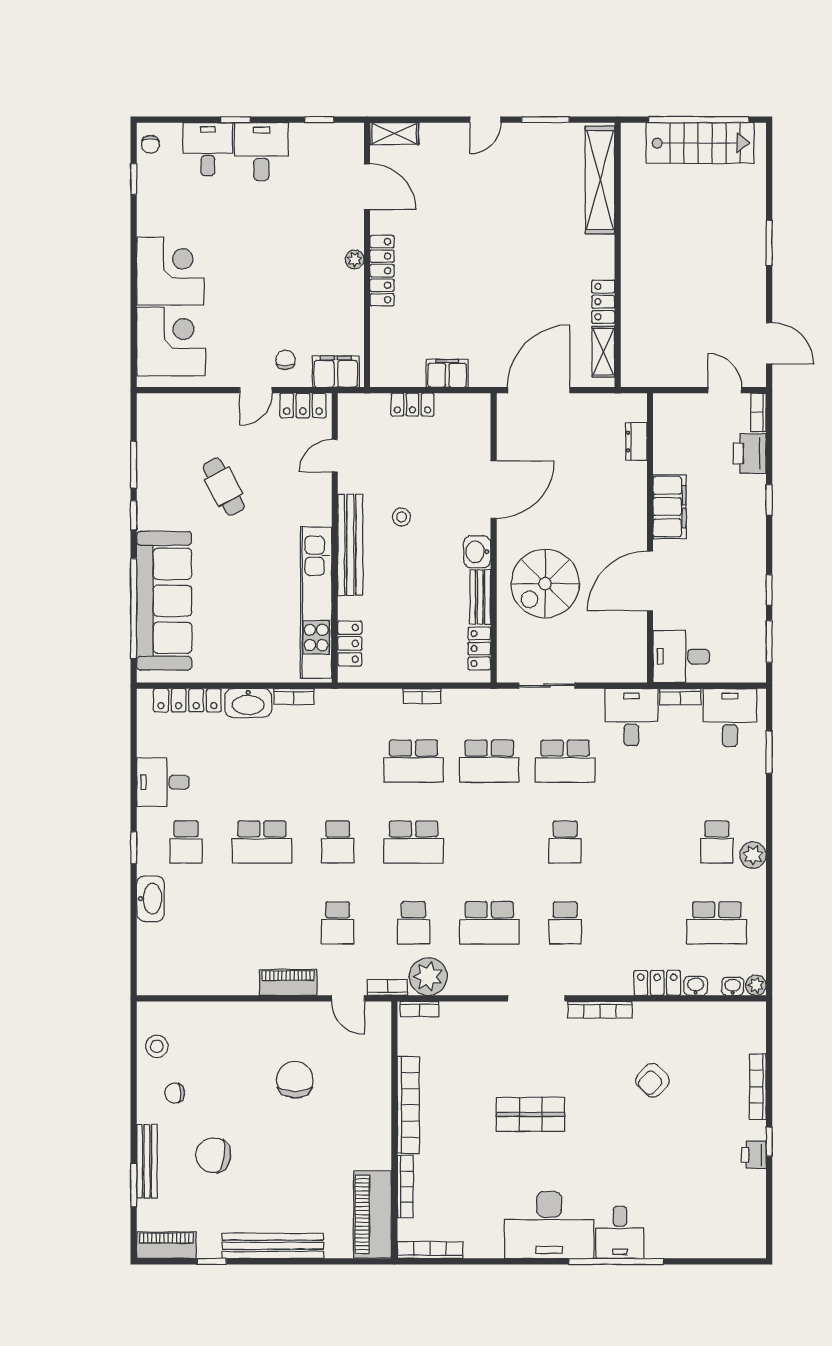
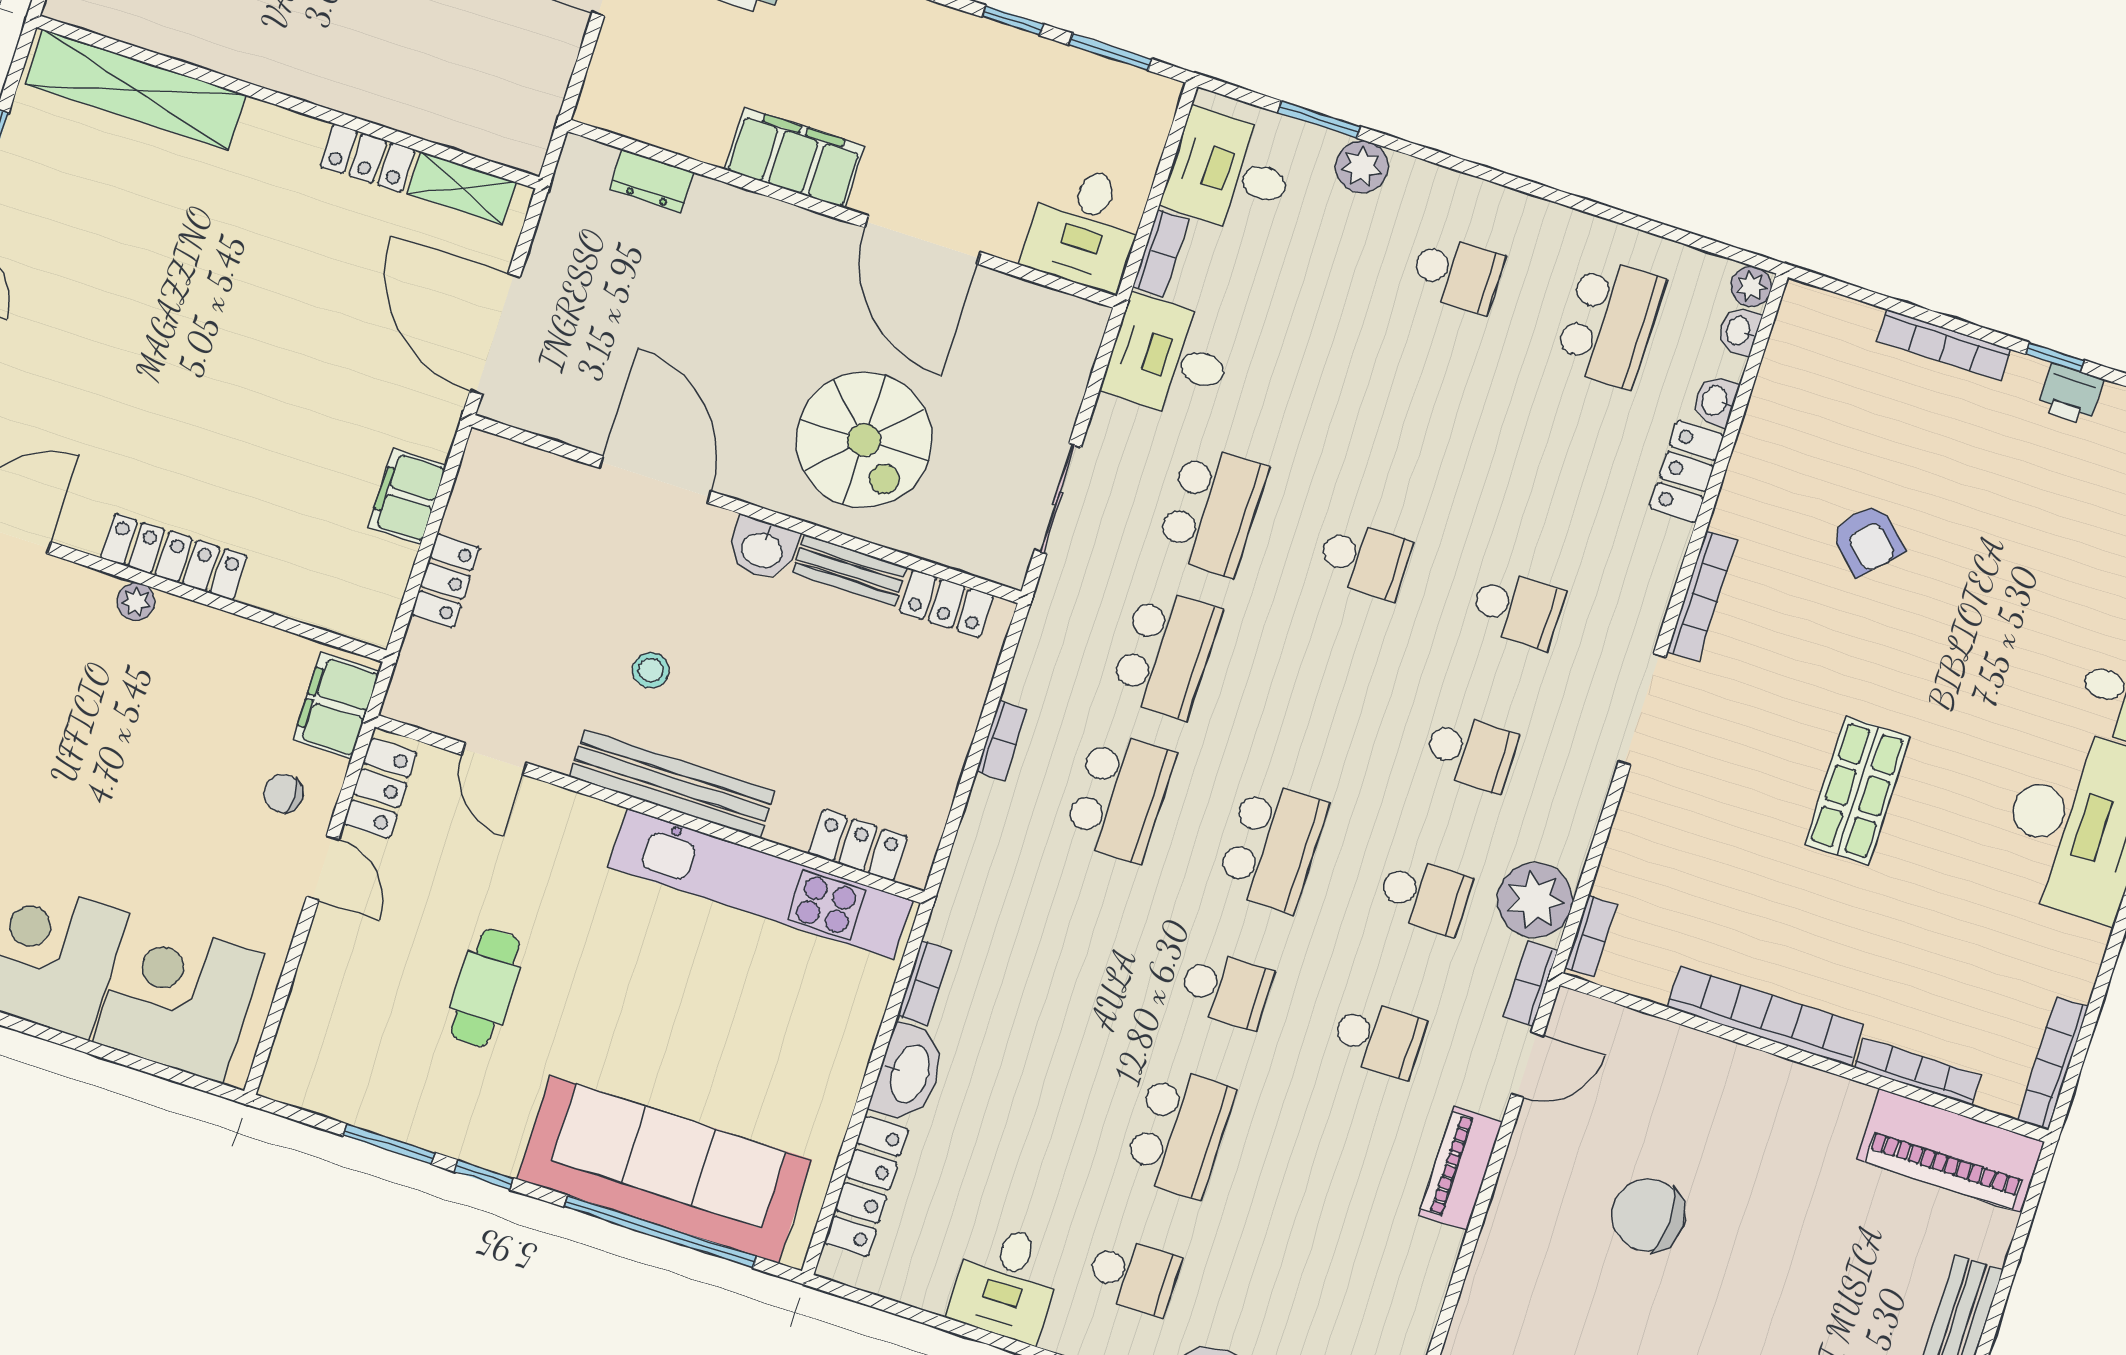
cafe table: (224, 487) -> (485, 988), turned -62
plant: (753, 855) -> (1362, 167), moved
school desk: (489, 923) -> (1471, 752), width x0.54

